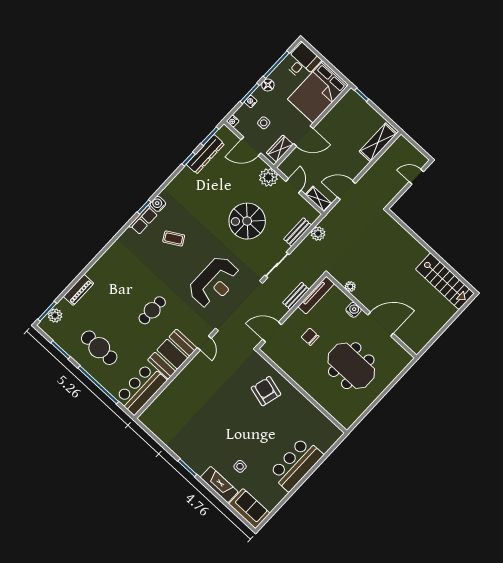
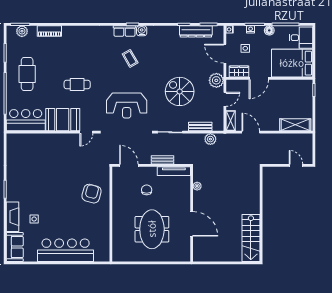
door: (303, 136) -> (259, 78), hinge flipped
water cooler: (353, 310) -> (185, 201), removed
bar counter: (296, 464) -> (66, 250), width x1.36

